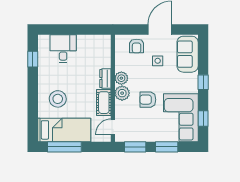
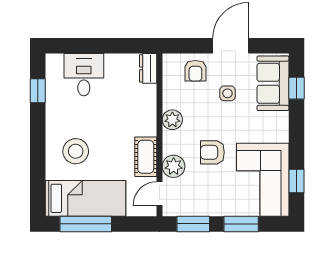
dresser: (105, 79) -> (148, 68), moved
window: (203, 82) -> (296, 88), moved
plant: (122, 93) -> (174, 166), moved

